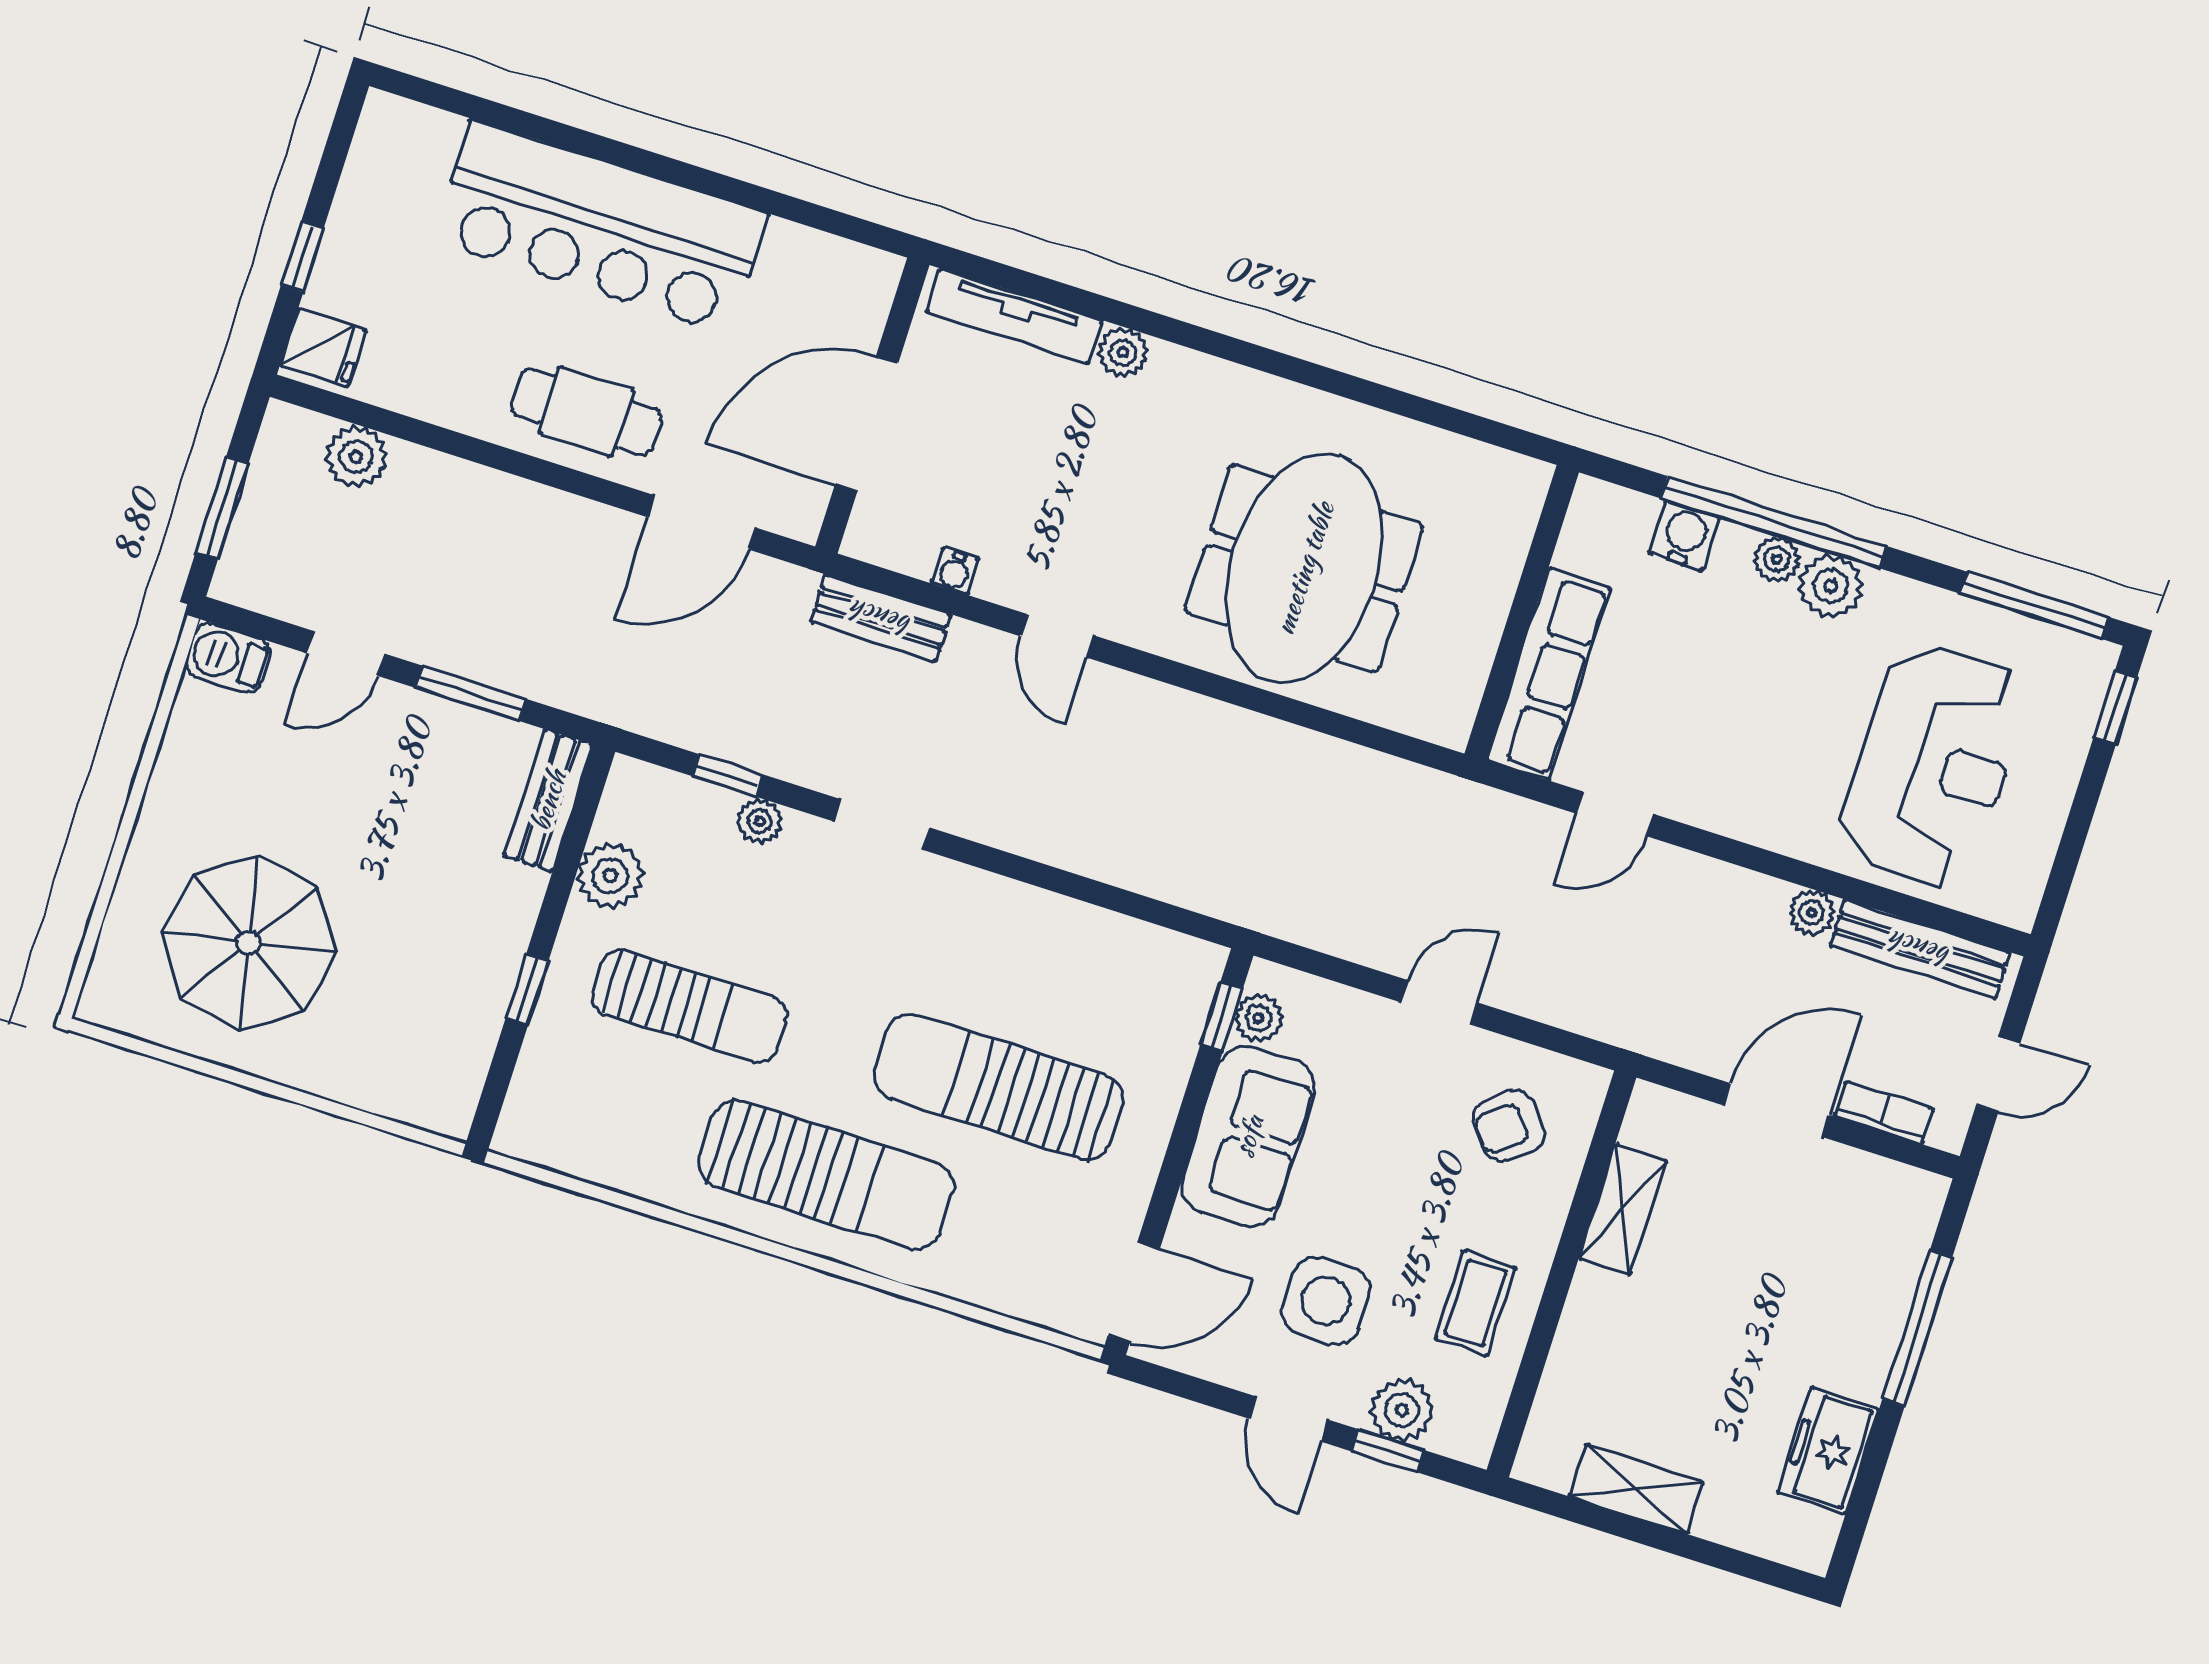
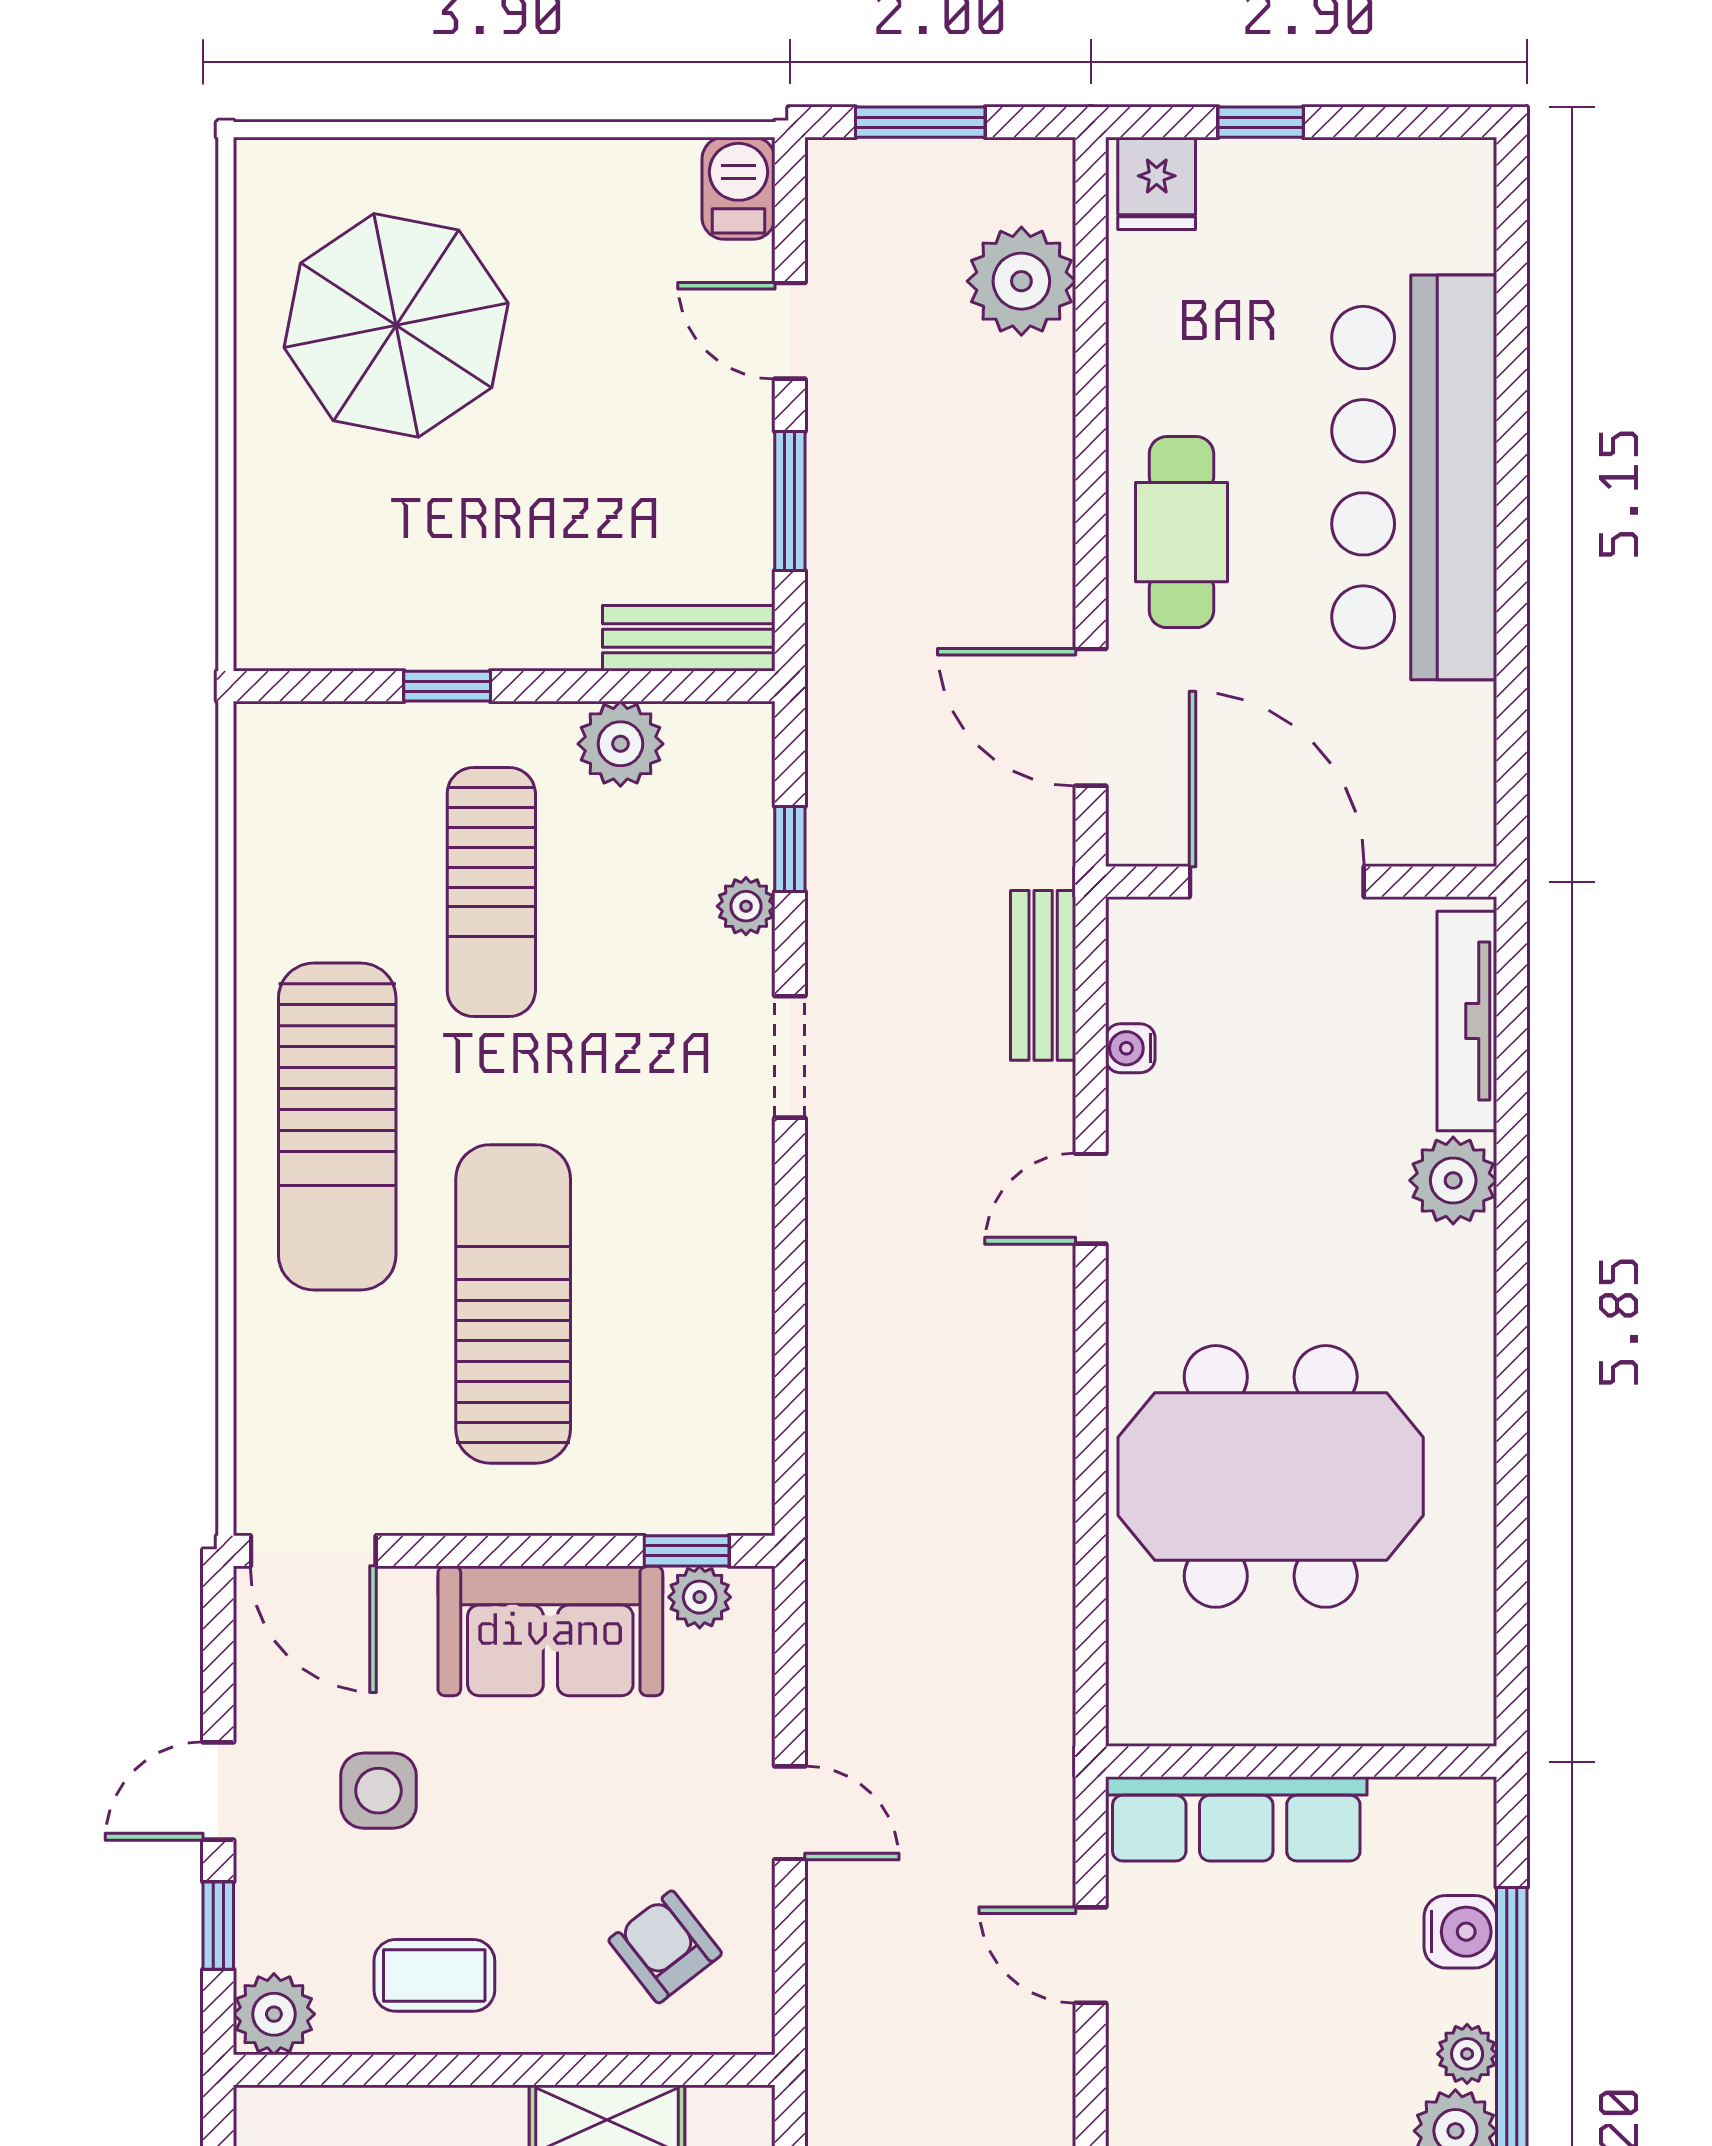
plant: (1123, 352) -> (1453, 1180), width x1.38, depth x1.38
plant: (356, 457) -> (1021, 281), width x1.36, depth x1.36
side table: (1326, 1301) -> (378, 1791), width x0.73, depth x0.73
plant: (1402, 1410) -> (274, 2014), moved

